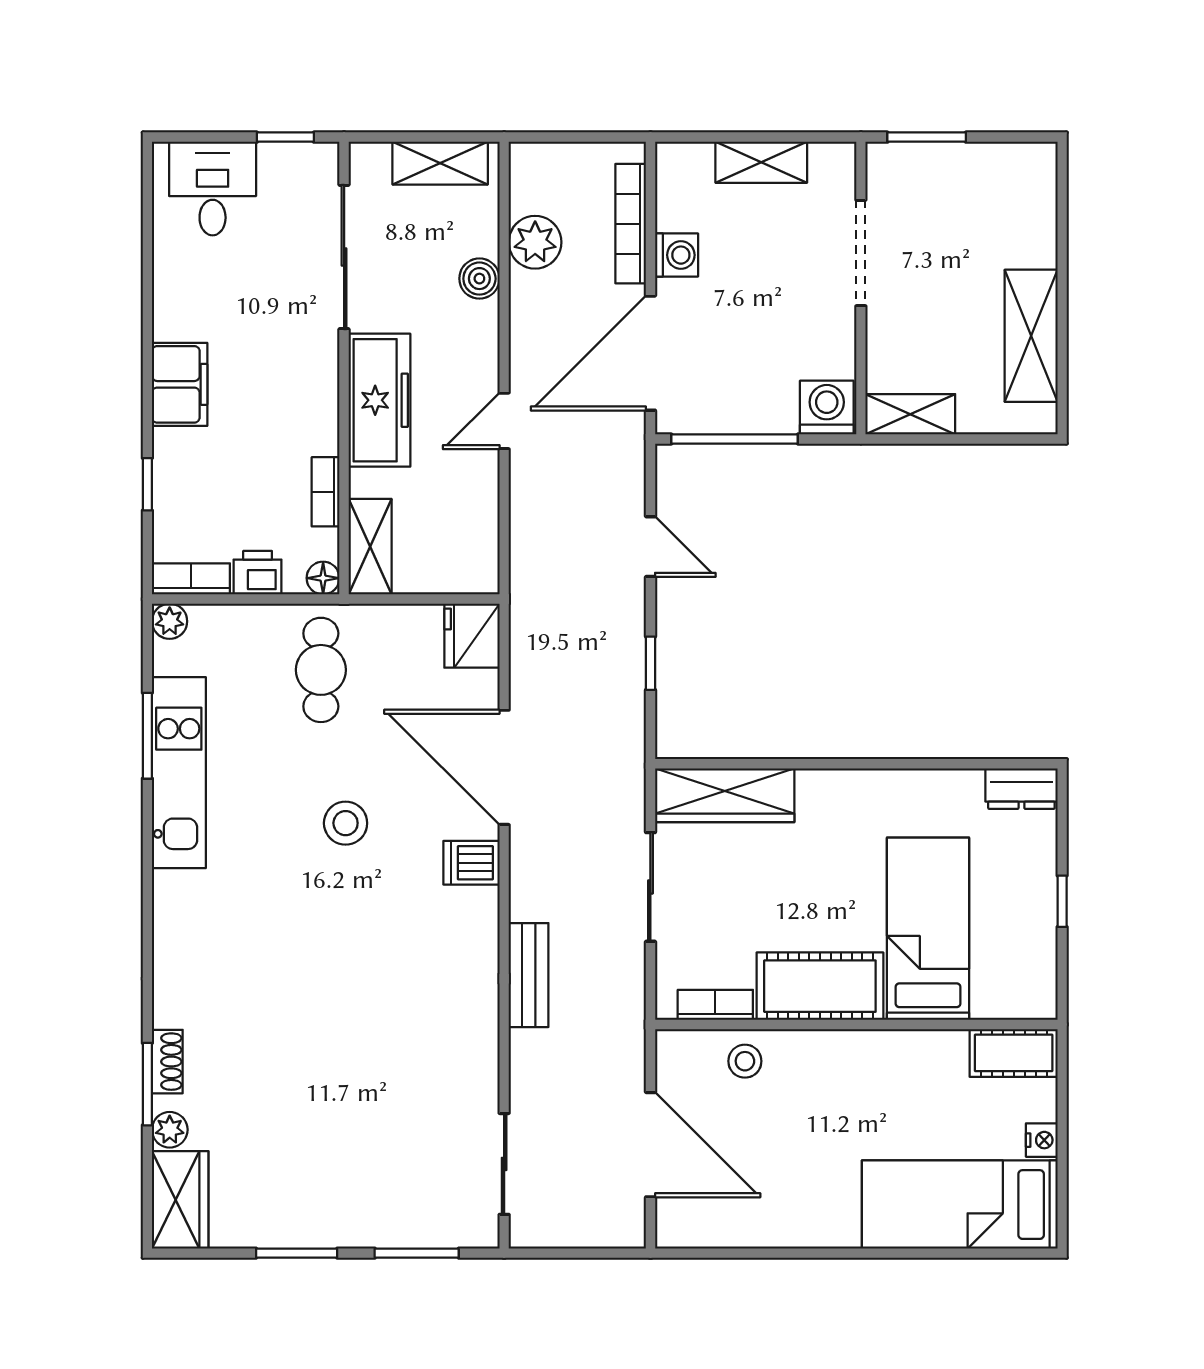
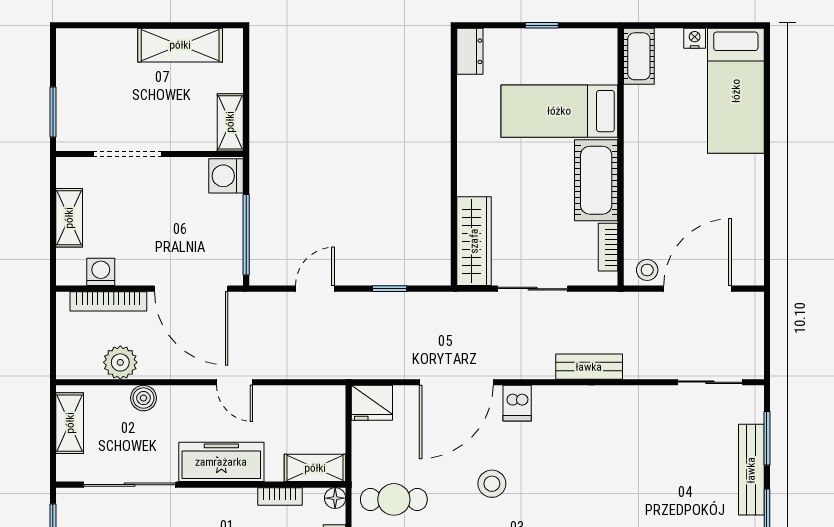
washing machine: (677, 255) -> (101, 272), moved
stool: (745, 1061) -> (647, 270), moved
bench: (368, 1229) -> (751, 470), added

